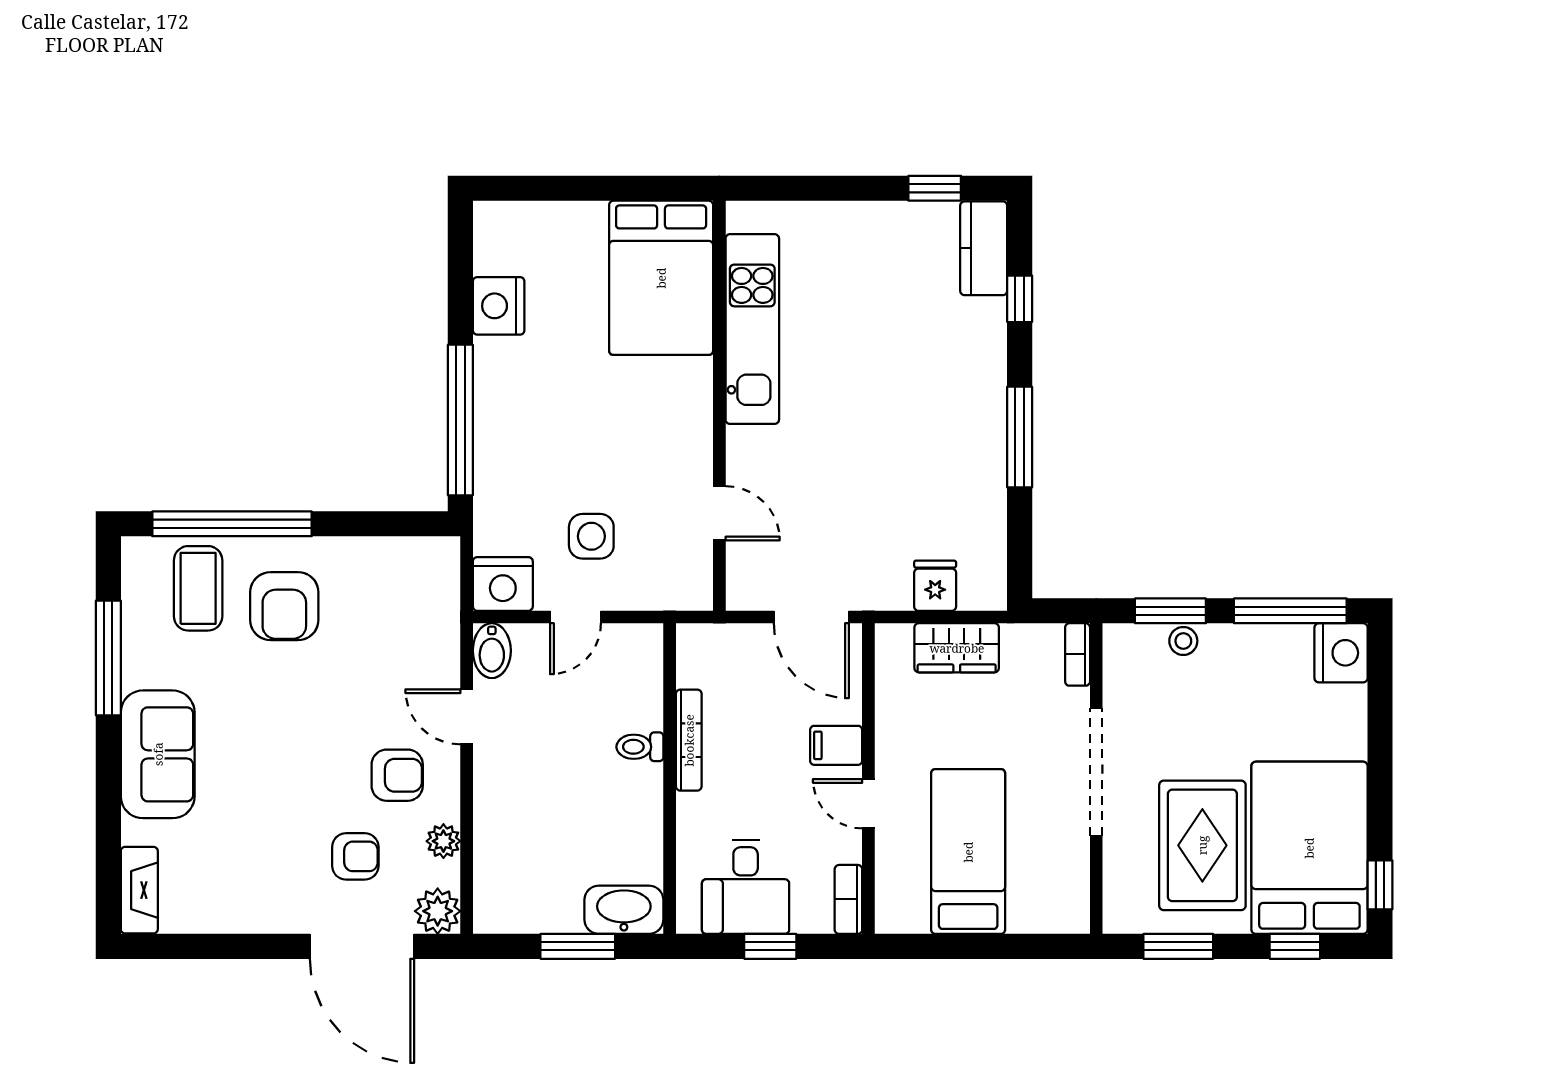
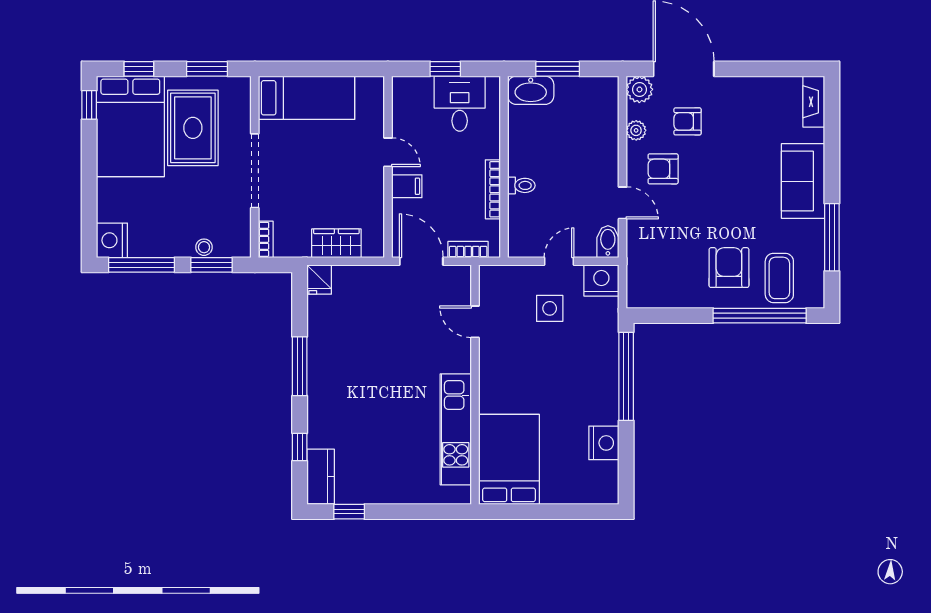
fridge: (935, 586) -> (319, 279), moved
bed: (968, 852) -> (307, 98), moved, turned -90
bookcase: (848, 899) -> (468, 250), moved, turned -90

